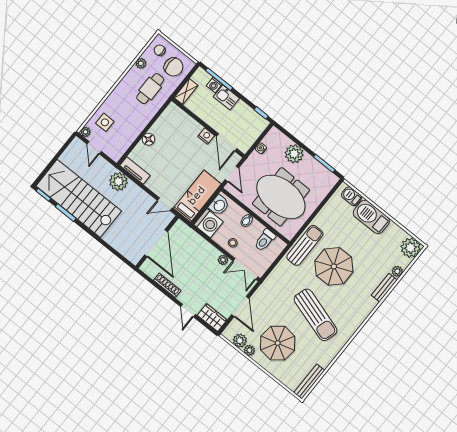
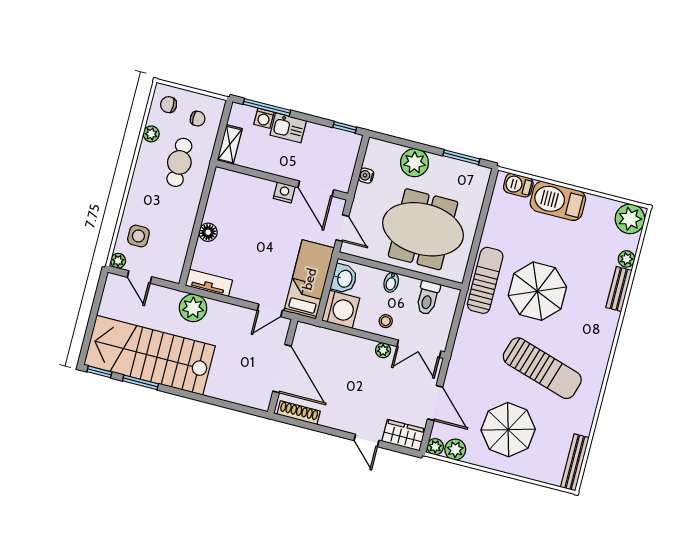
chair: (174, 67) -> (198, 119), width x0.54, depth x0.54
shoe rack: (167, 285) -> (299, 413), moved
plant: (249, 350) -> (435, 447), moved

